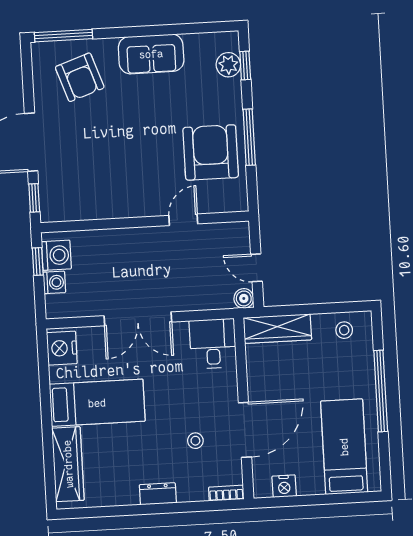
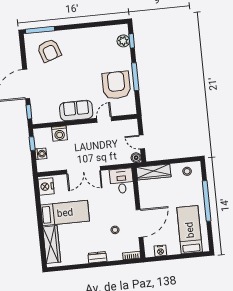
sofa: (151, 54) -> (76, 111), moved, turned 180
washing machine: (56, 255) -> (59, 133), moved, turned 90

